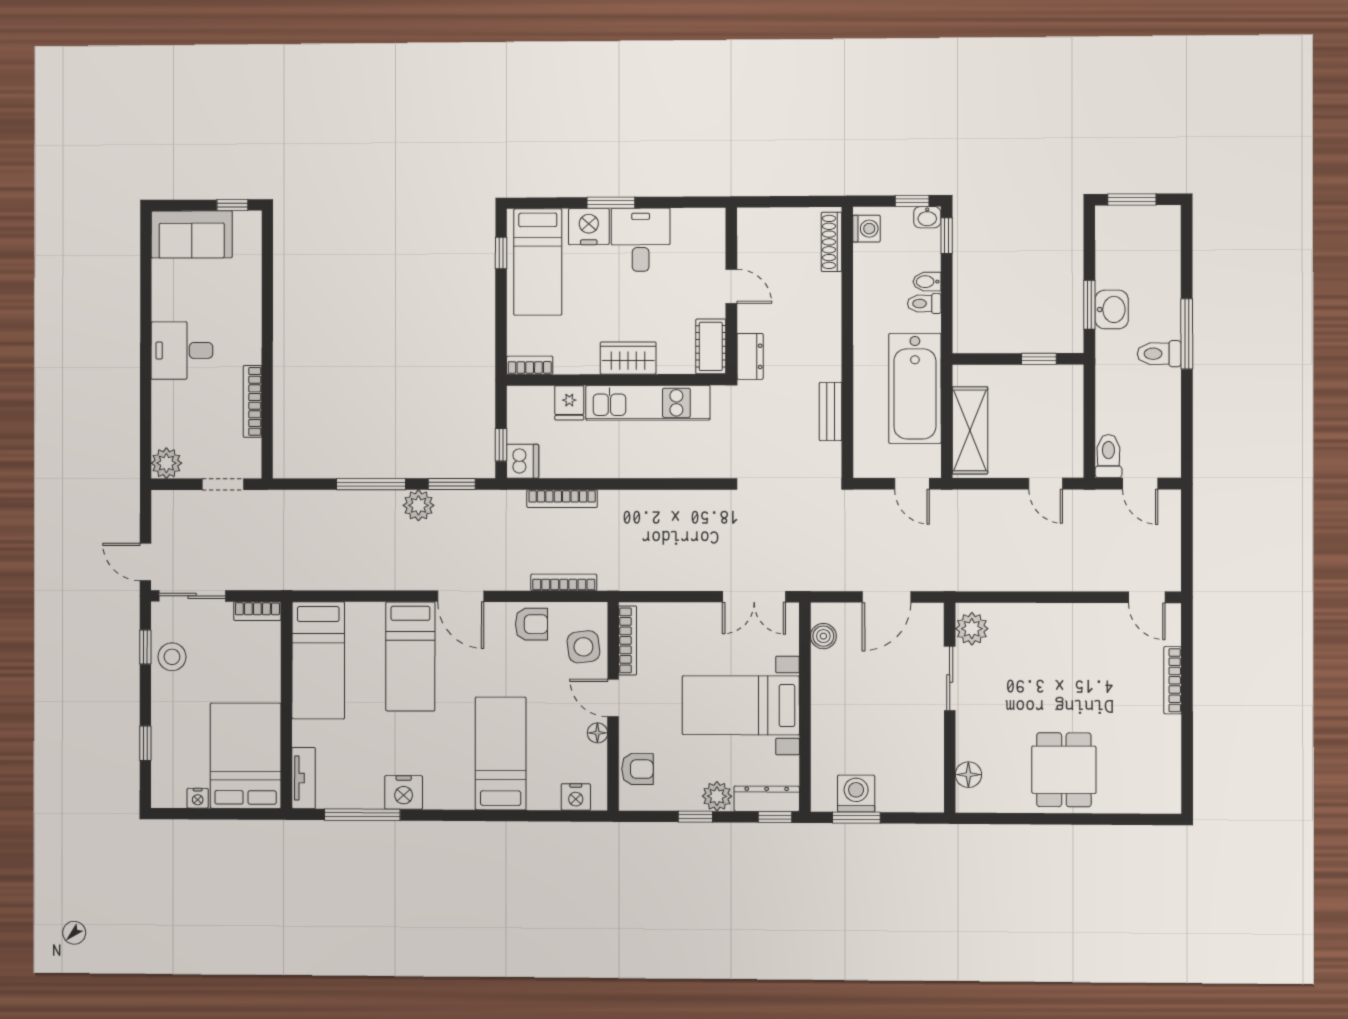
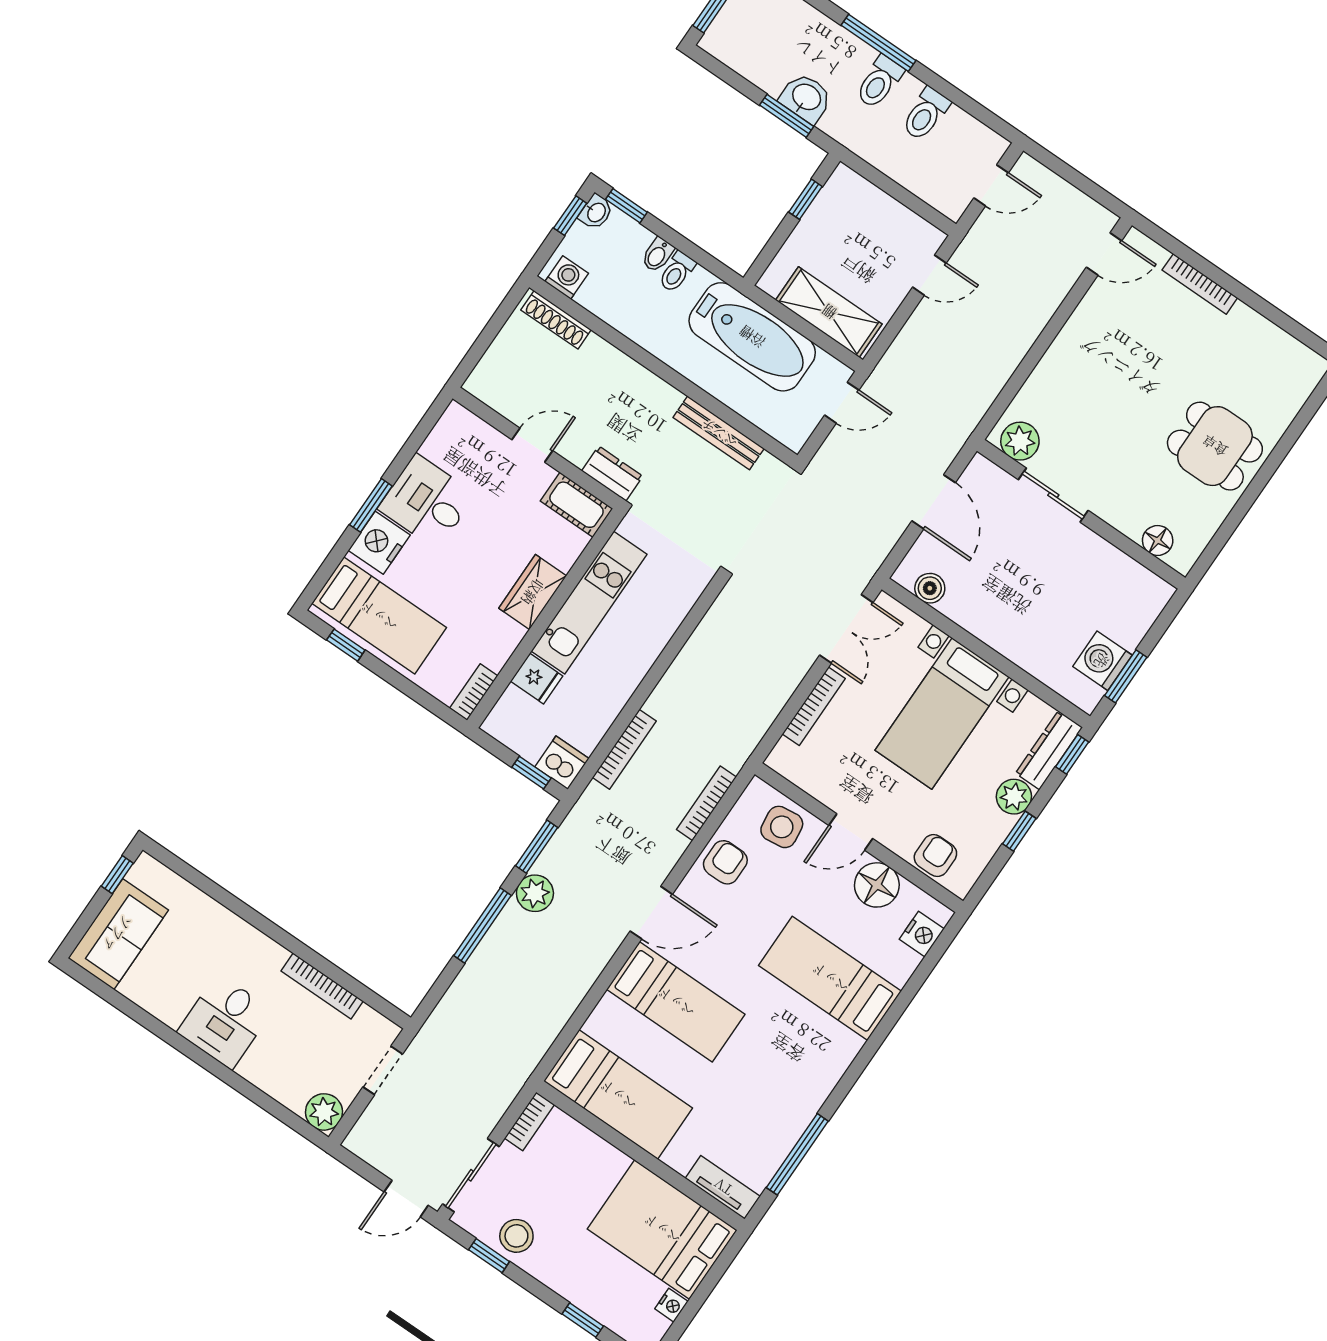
bench: (830, 411) -> (719, 433), width x1.36
toilet: (1108, 456) -> (926, 114), moved, turned -90
bookcase: (628, 640) -> (814, 706), moved, turned 90
floor lamp: (597, 733) -> (877, 885), width x1.89, depth x1.89
nightstand: (404, 792) -> (803, 1099), removed

